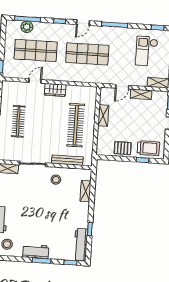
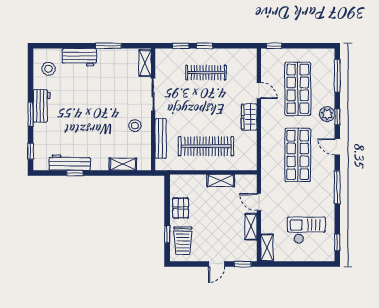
plant: (27, 27) -> (327, 114), moved
workbench: (81, 245) -> (70, 163), moved

